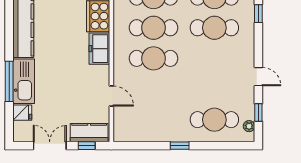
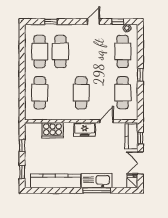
cafe table: (153, 28) -> (123, 93), moved
freezer: (99, 49) -> (85, 129), moved
fridge: (22, 113) -> (132, 182), moved

